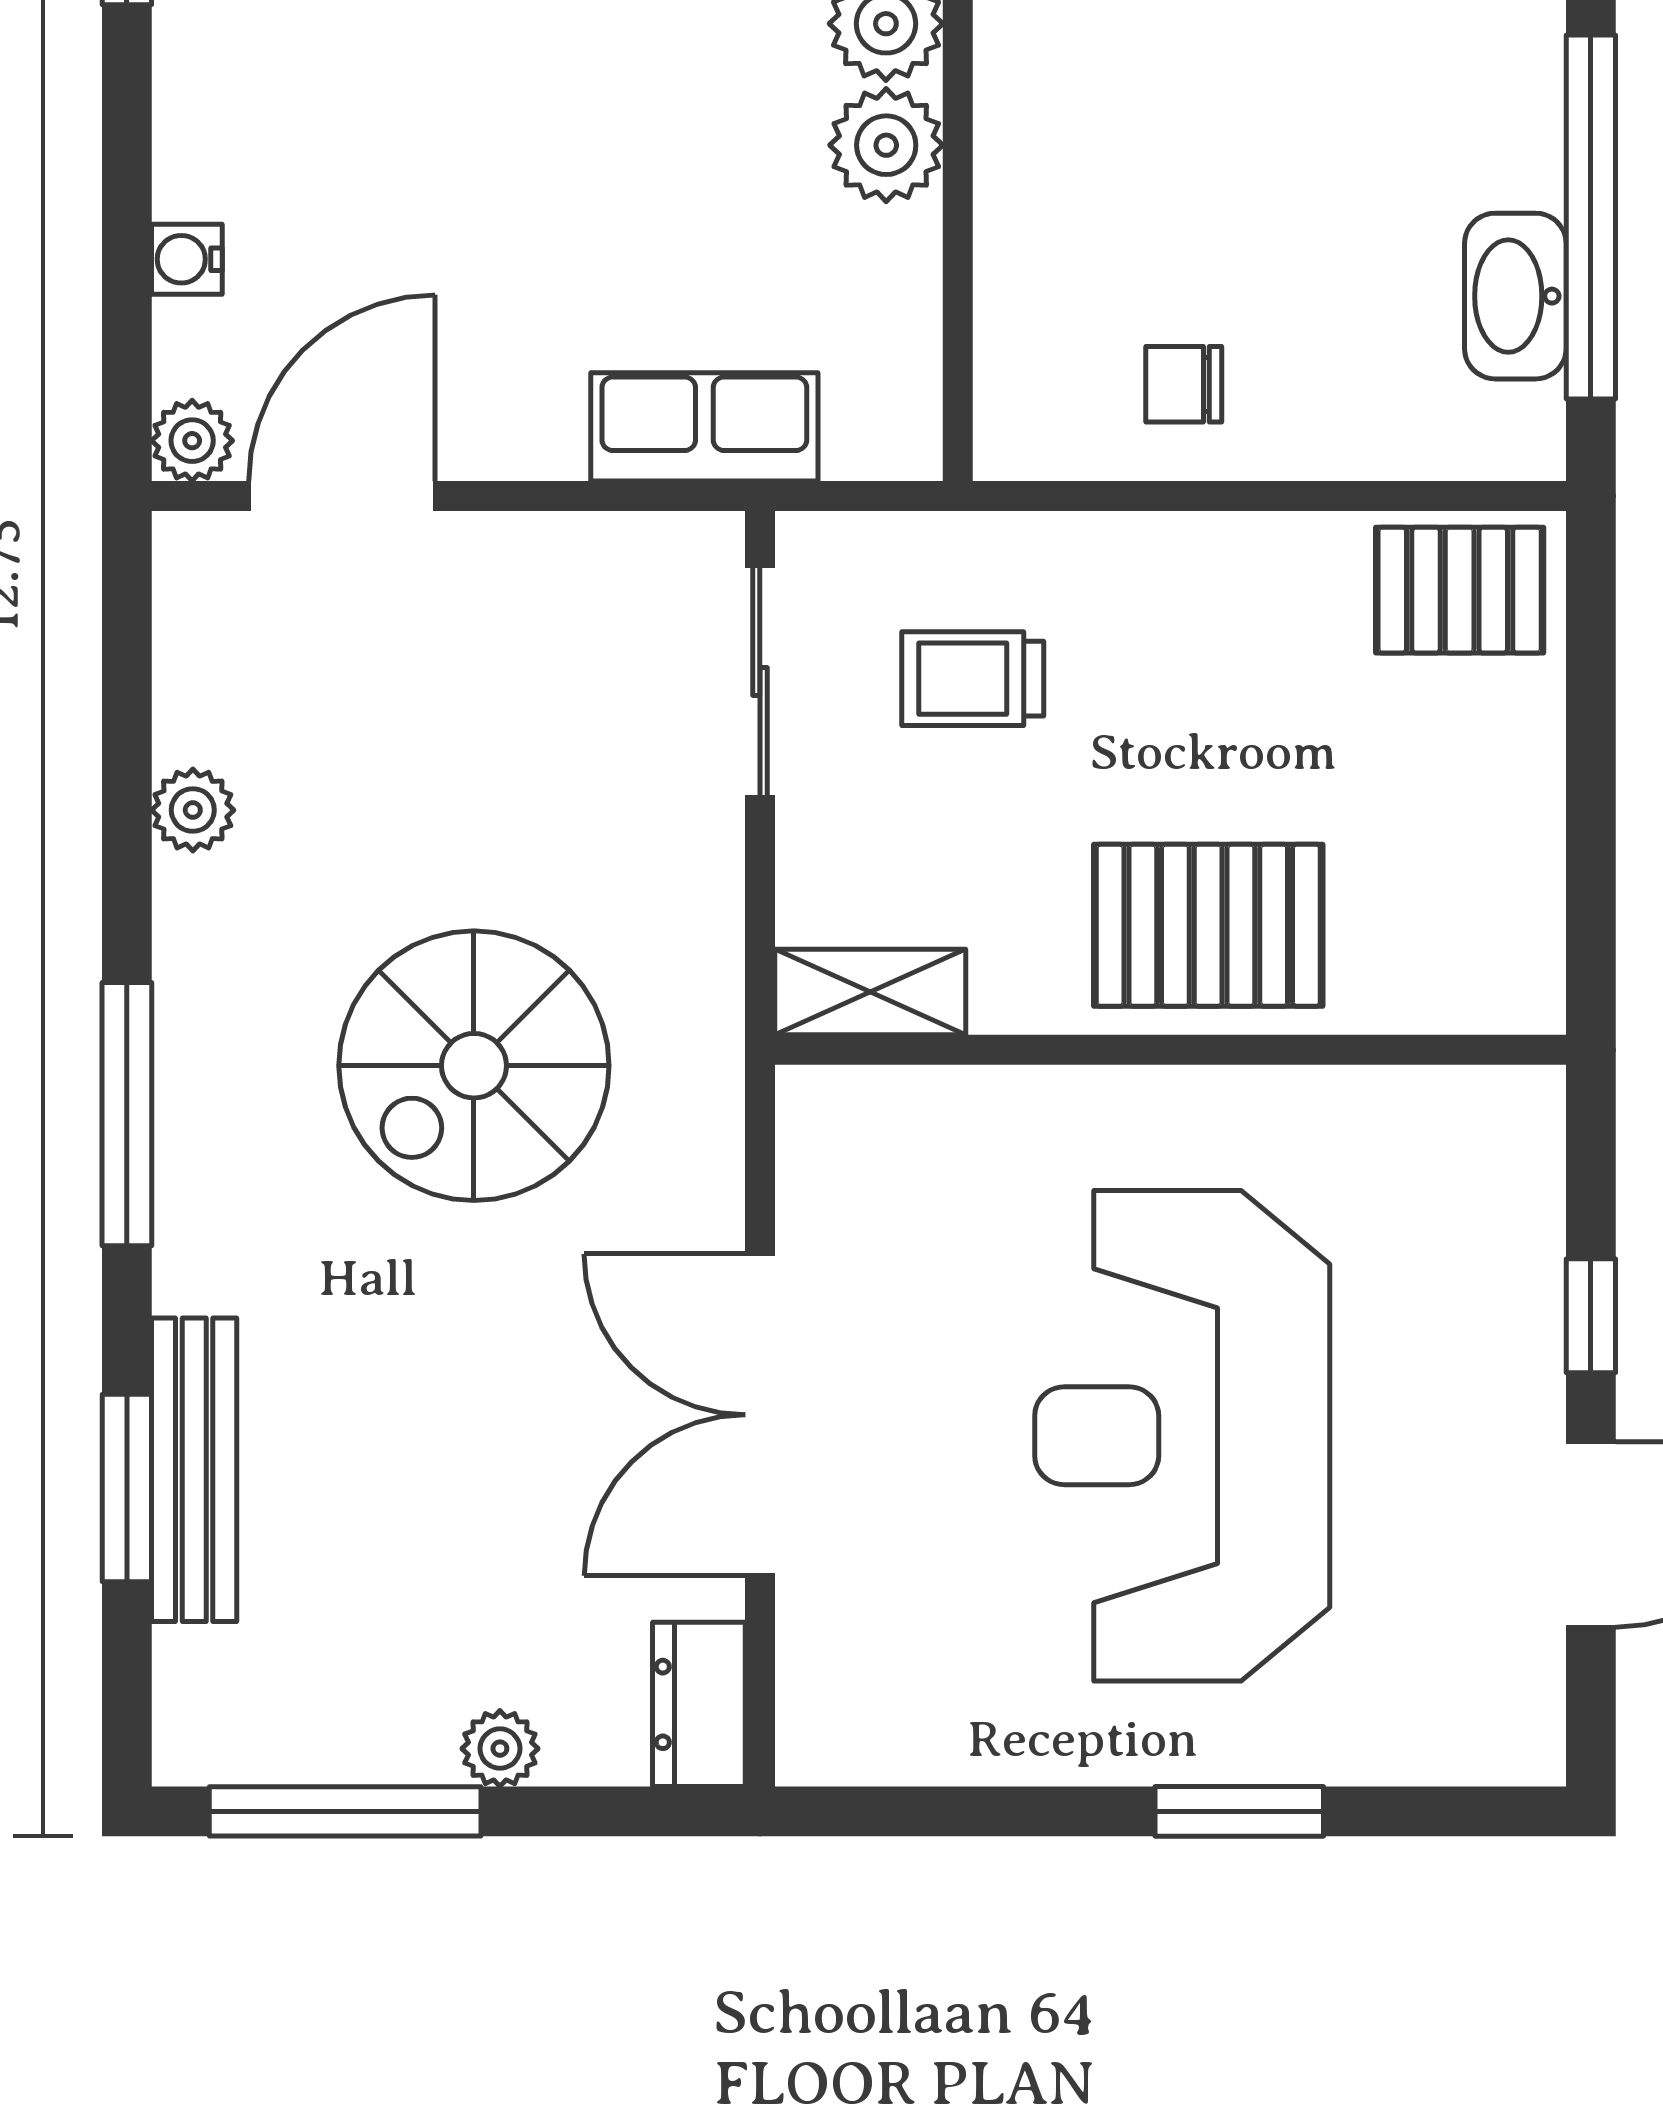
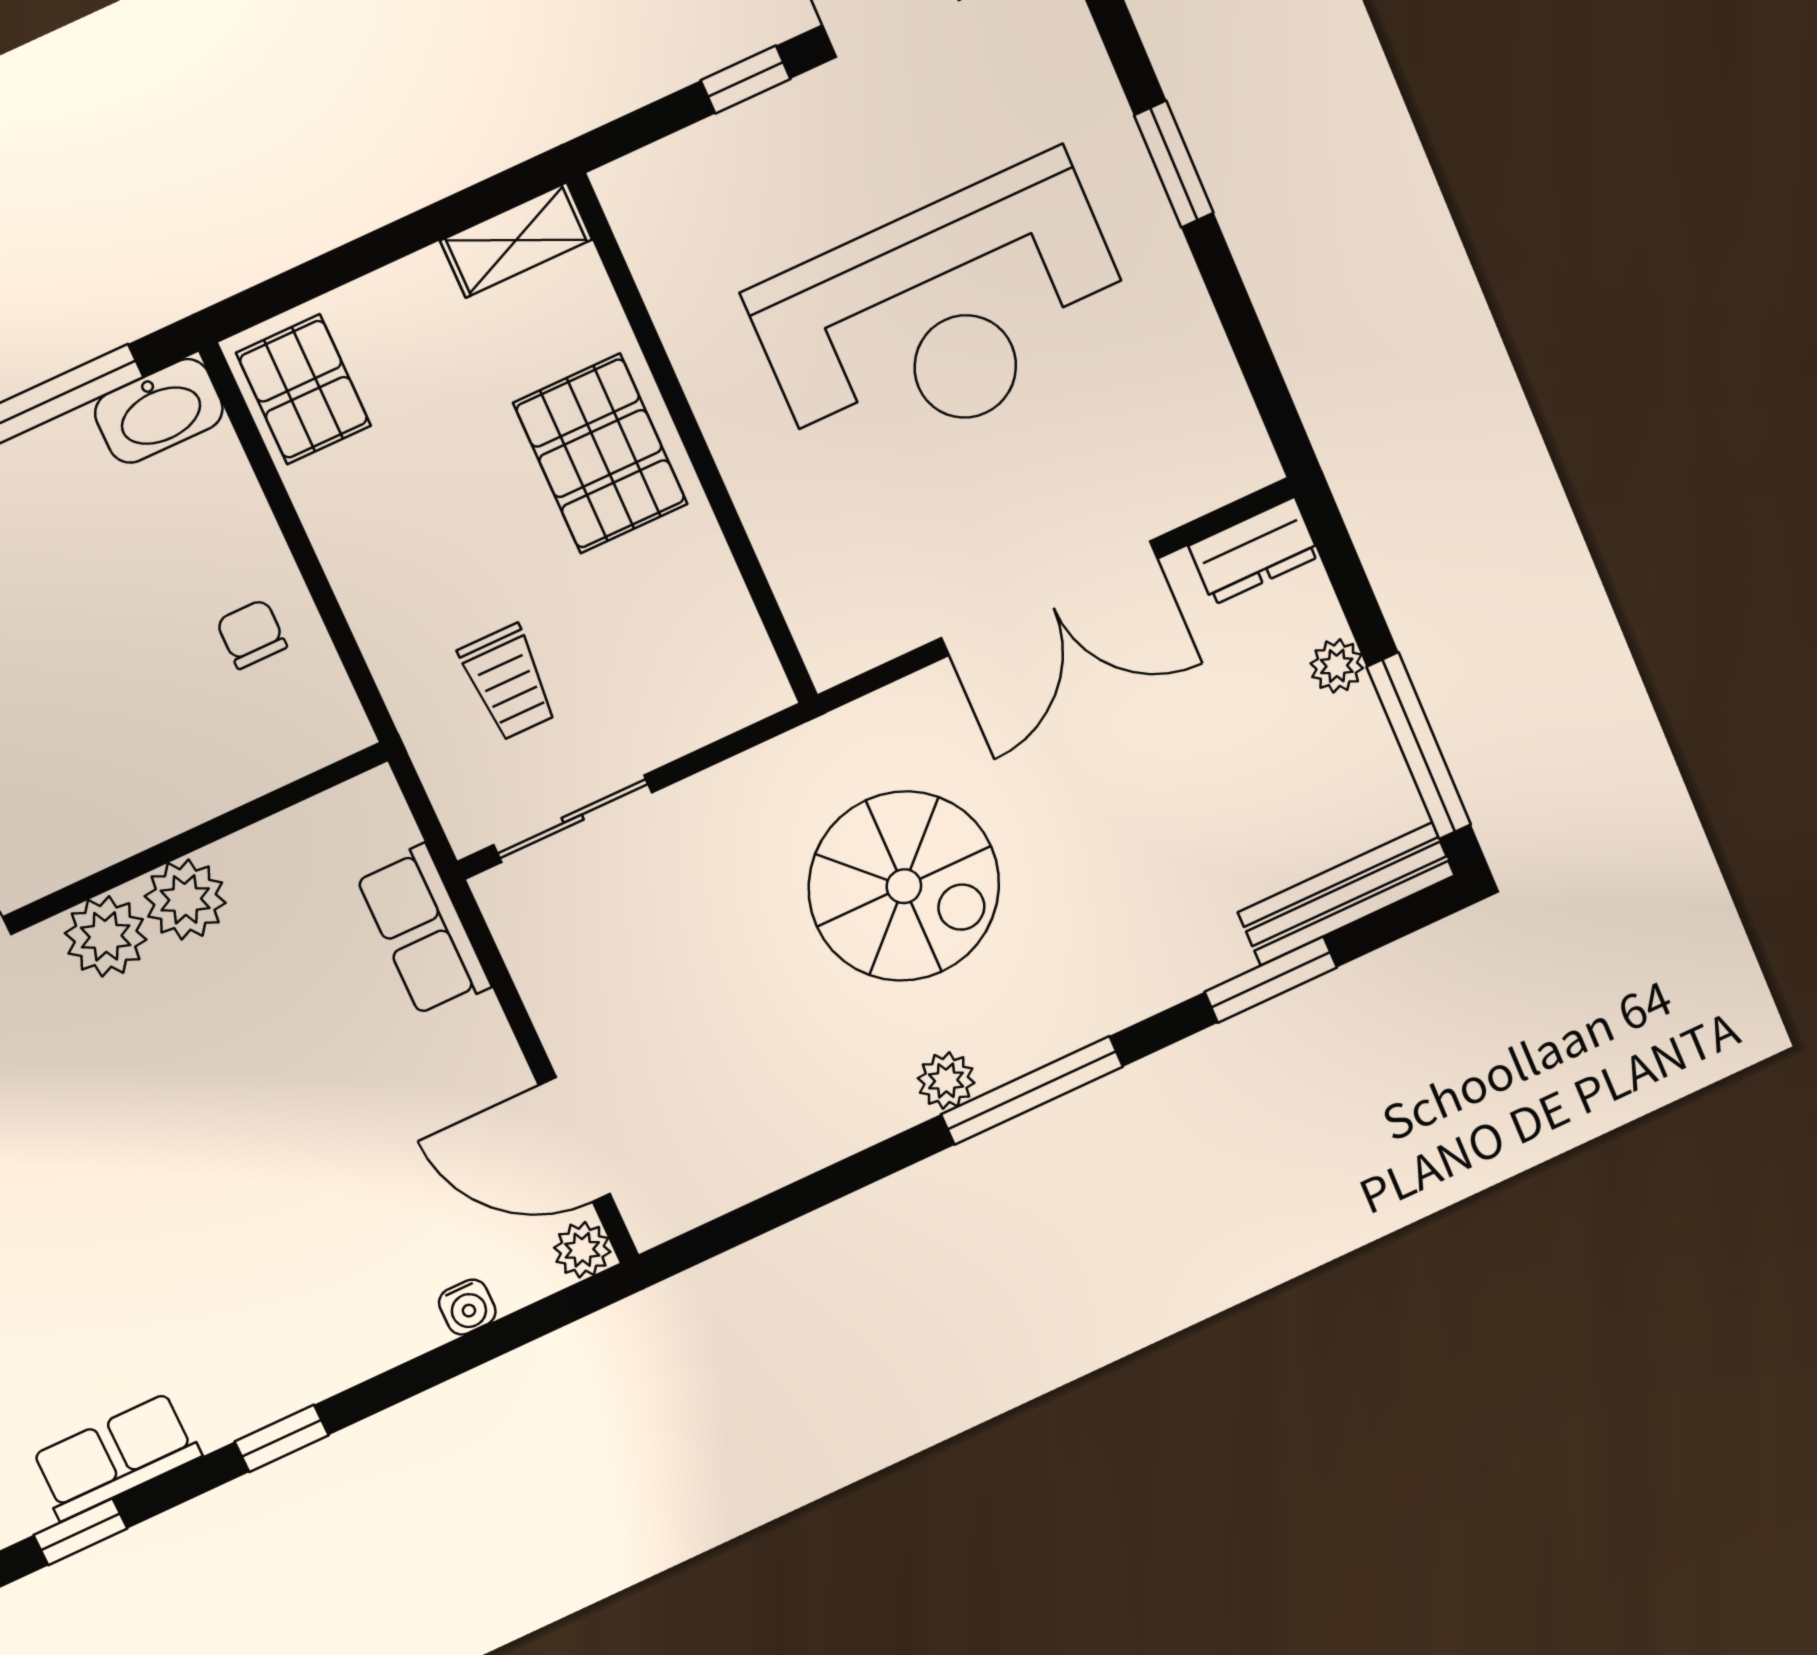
washbasin: (1515, 296) -> (159, 411), moved
chair: (1184, 384) -> (252, 634), turned 180
plant: (193, 810) -> (946, 1081), moved
shelving: (870, 992) -> (516, 240), moved, turned 90
bench: (194, 1470) -> (1346, 894), moved

